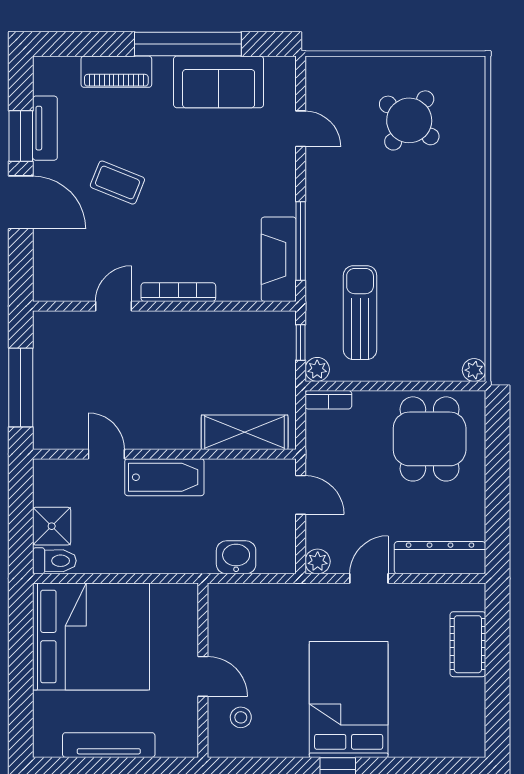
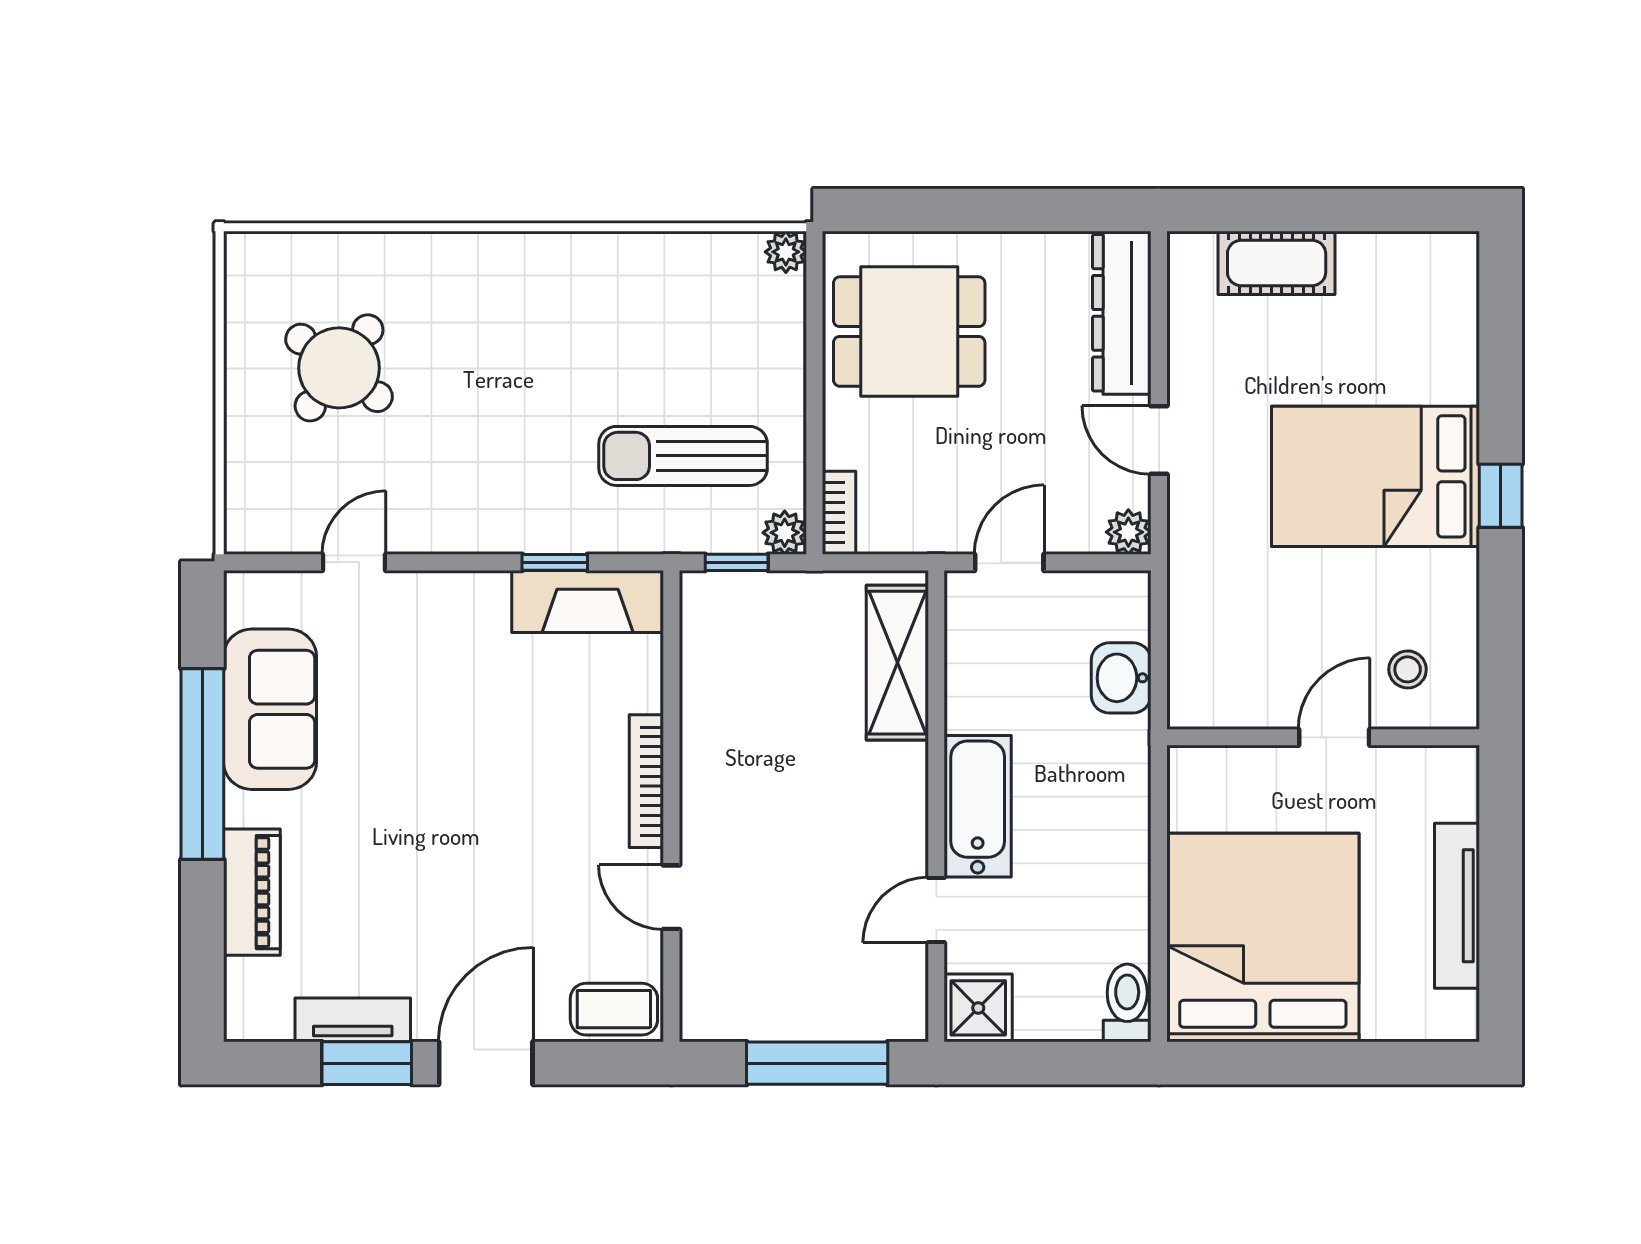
coffee table: (117, 183) -> (614, 1009), moved, turned 68
window: (301, 241) -> (555, 562), width x0.46
shower: (52, 526) -> (978, 1008), moved

